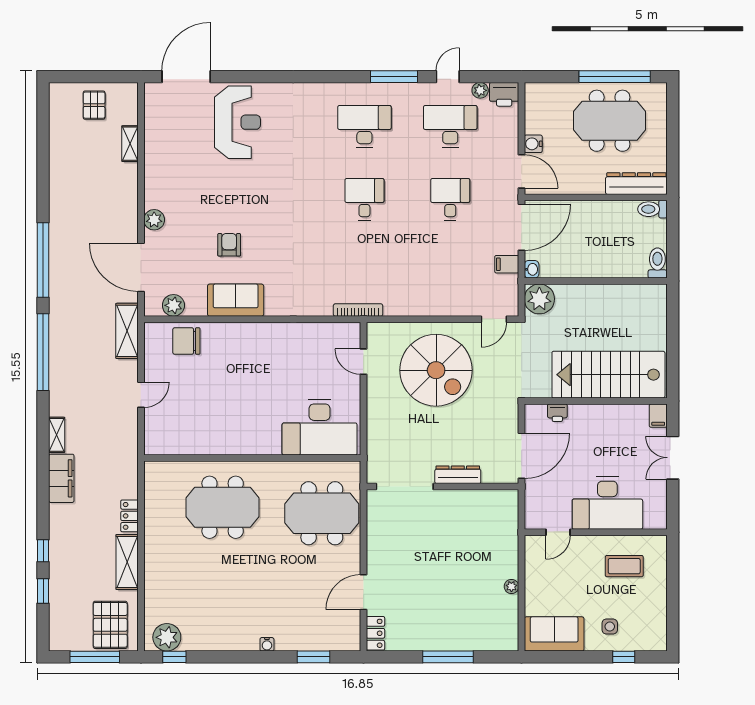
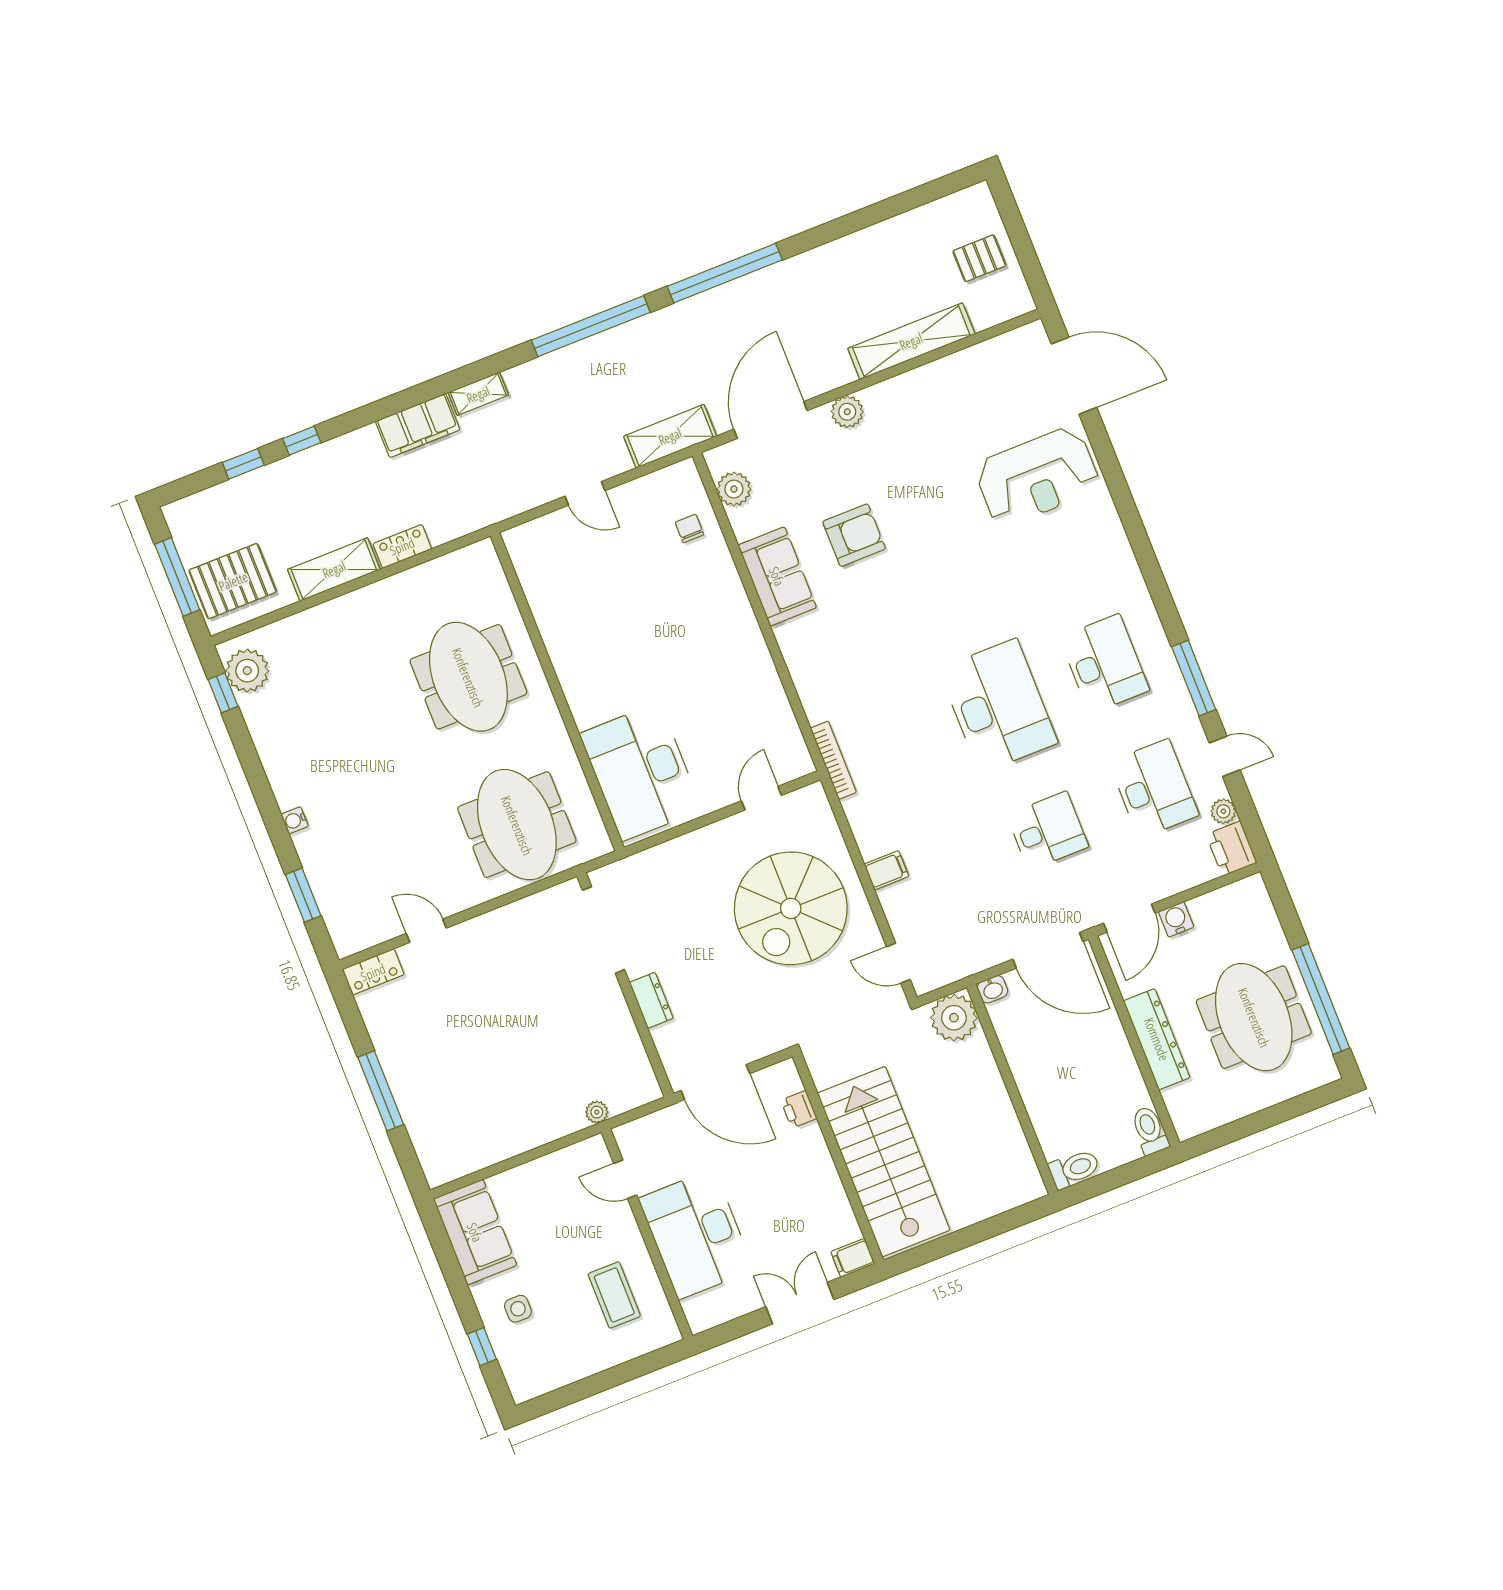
shelving: (130, 144) -> (911, 341), width x2.20, depth x1.33
dresser: (636, 184) -> (1157, 1039), moved
desk: (364, 199) -> (998, 706), width x1.87, depth x1.30
armchair: (229, 245) -> (854, 535), width x1.38, depth x1.38
filing cabinet: (507, 264) -> (886, 870), moved, turned 90
chair: (186, 341) -> (689, 528), width x0.54, depth x0.54
dresser: (458, 475) -> (651, 1000), width x0.70
plant: (511, 586) -> (597, 1112), moved
door: (364, 592) -> (426, 931), width x0.73

